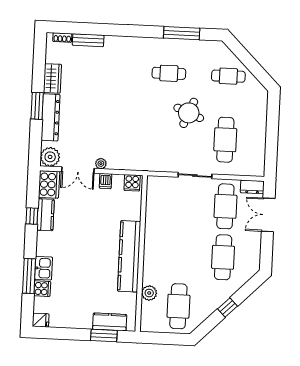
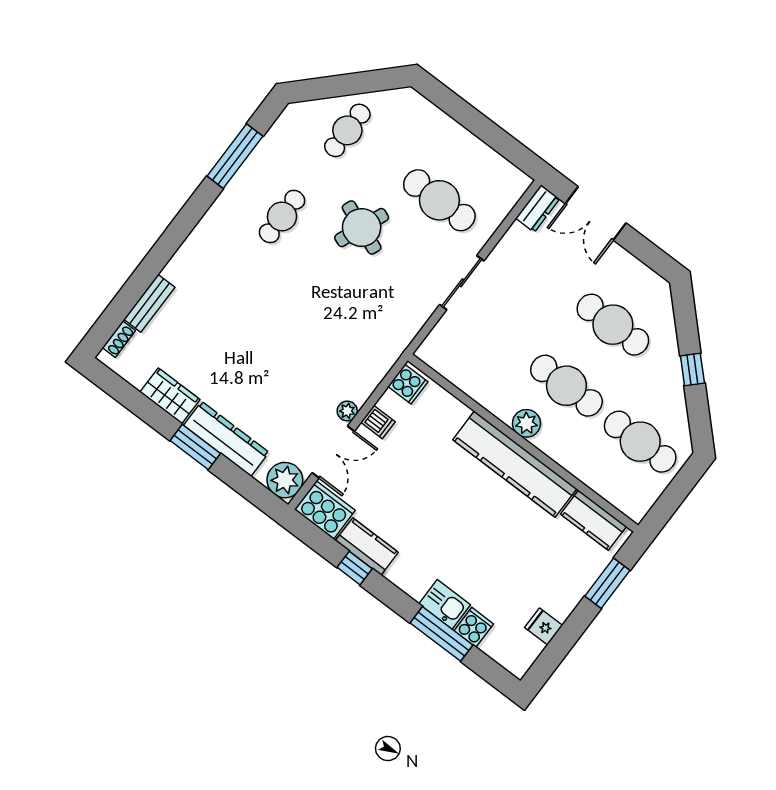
cafe table: (225, 206) -> (566, 386), moved
plant: (149, 293) -> (526, 423), moved
fridge: (41, 320) -> (544, 626), moved, turned -90
kitchen counter: (110, 322) -> (594, 520), moved, turned -90

